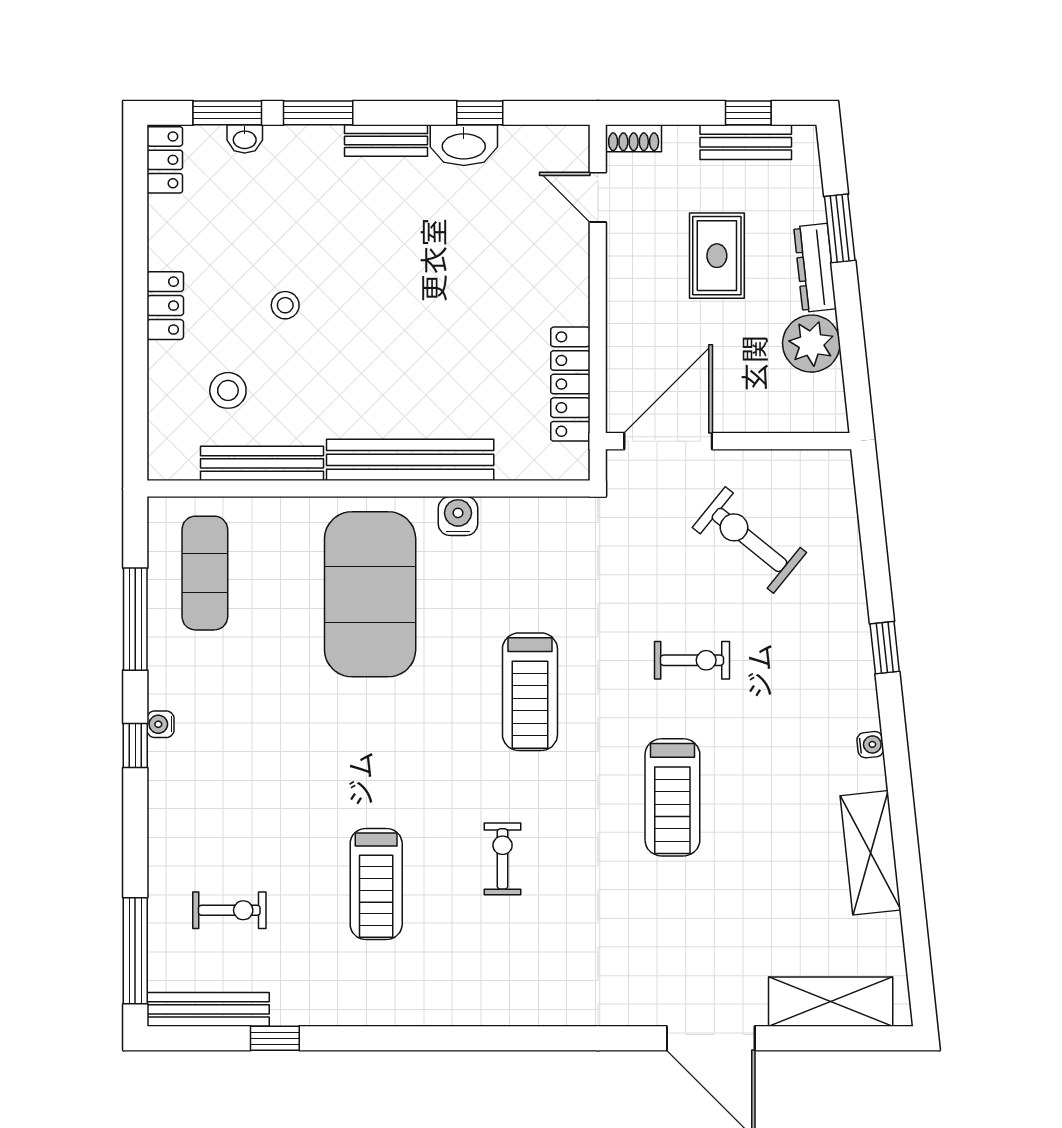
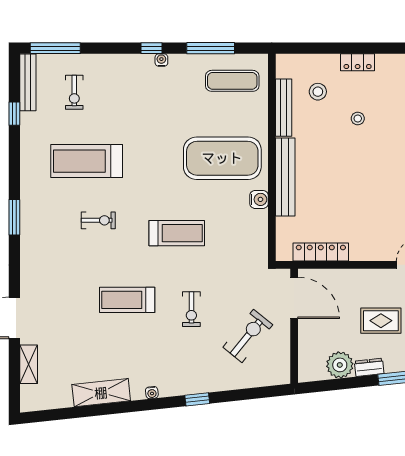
dresser: (815, 268) -> (369, 367), width x0.70
treadmill: (530, 692) -> (177, 233), turned 180
treadmill: (376, 884) -> (87, 161), width x1.37, depth x1.38
shelving: (831, 1002) -> (29, 364), width x0.67, depth x0.75
window: (496, 1038) -> (14, 217), added

